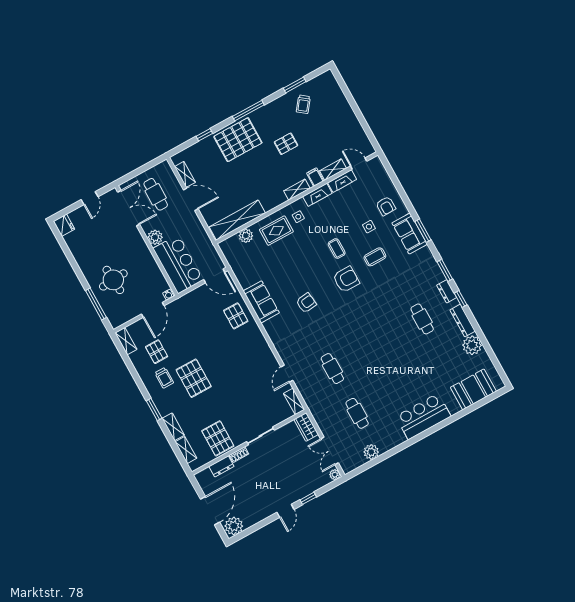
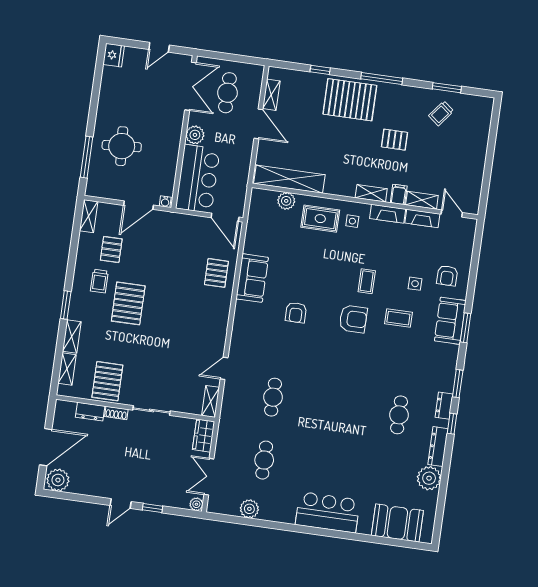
armchair: (306, 303) -> (296, 313), turned 97

